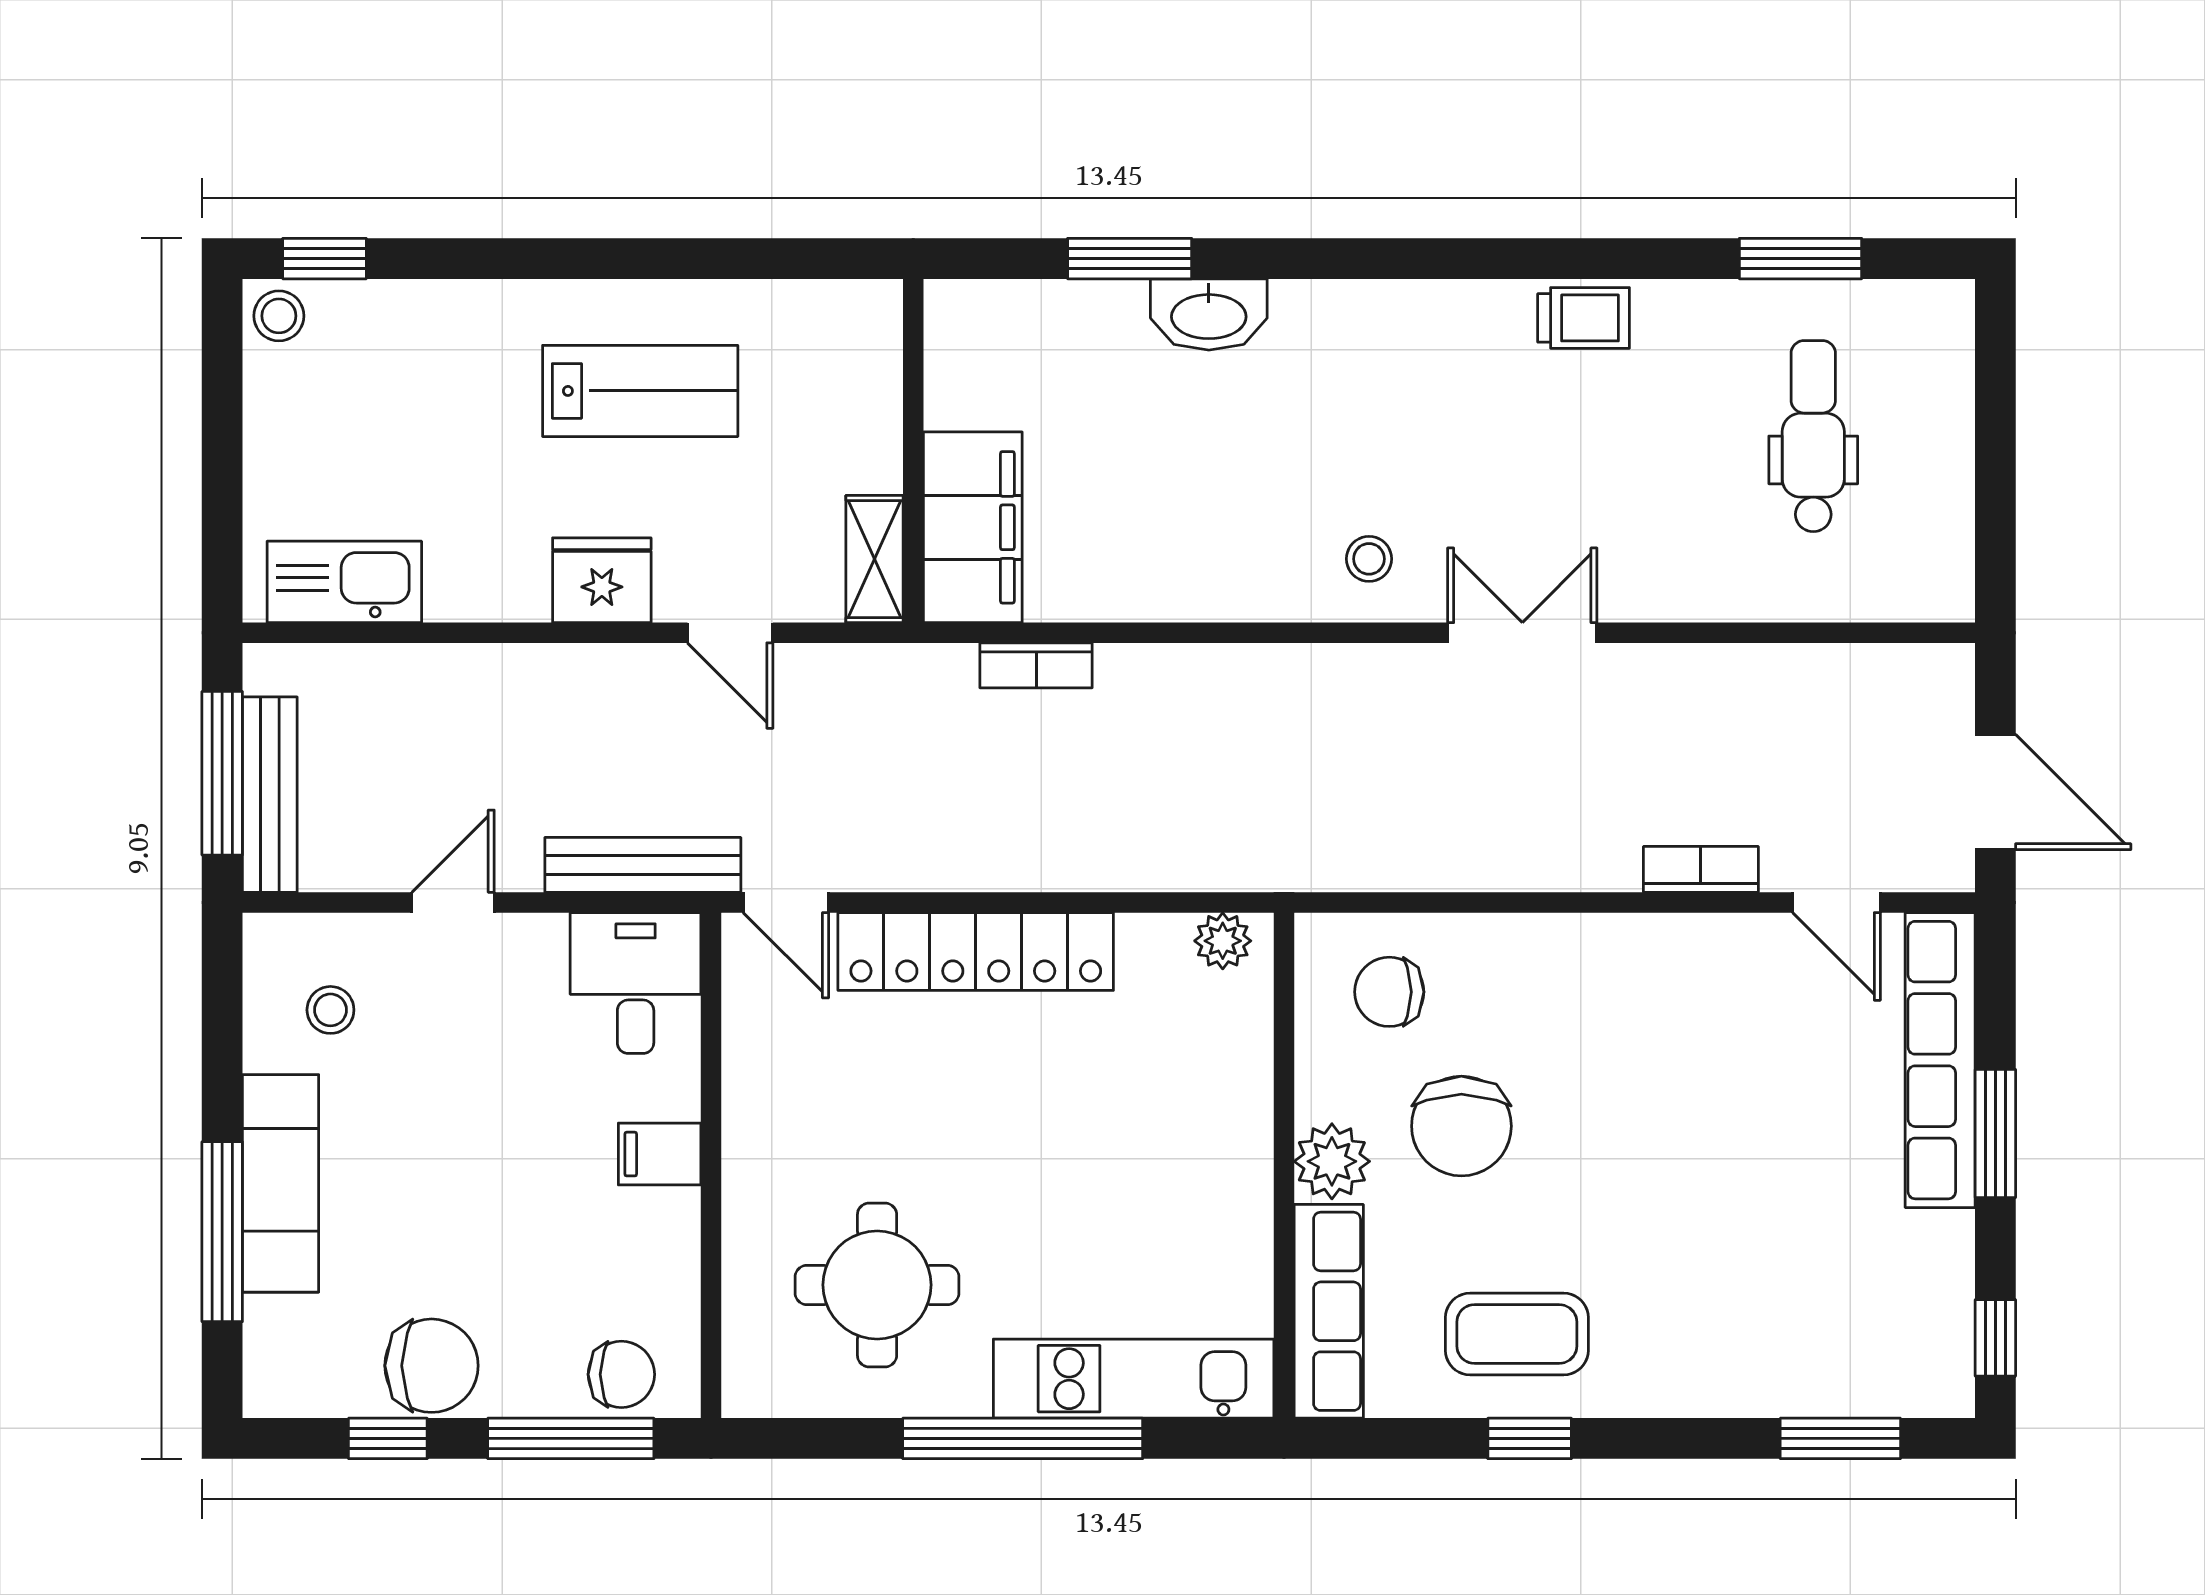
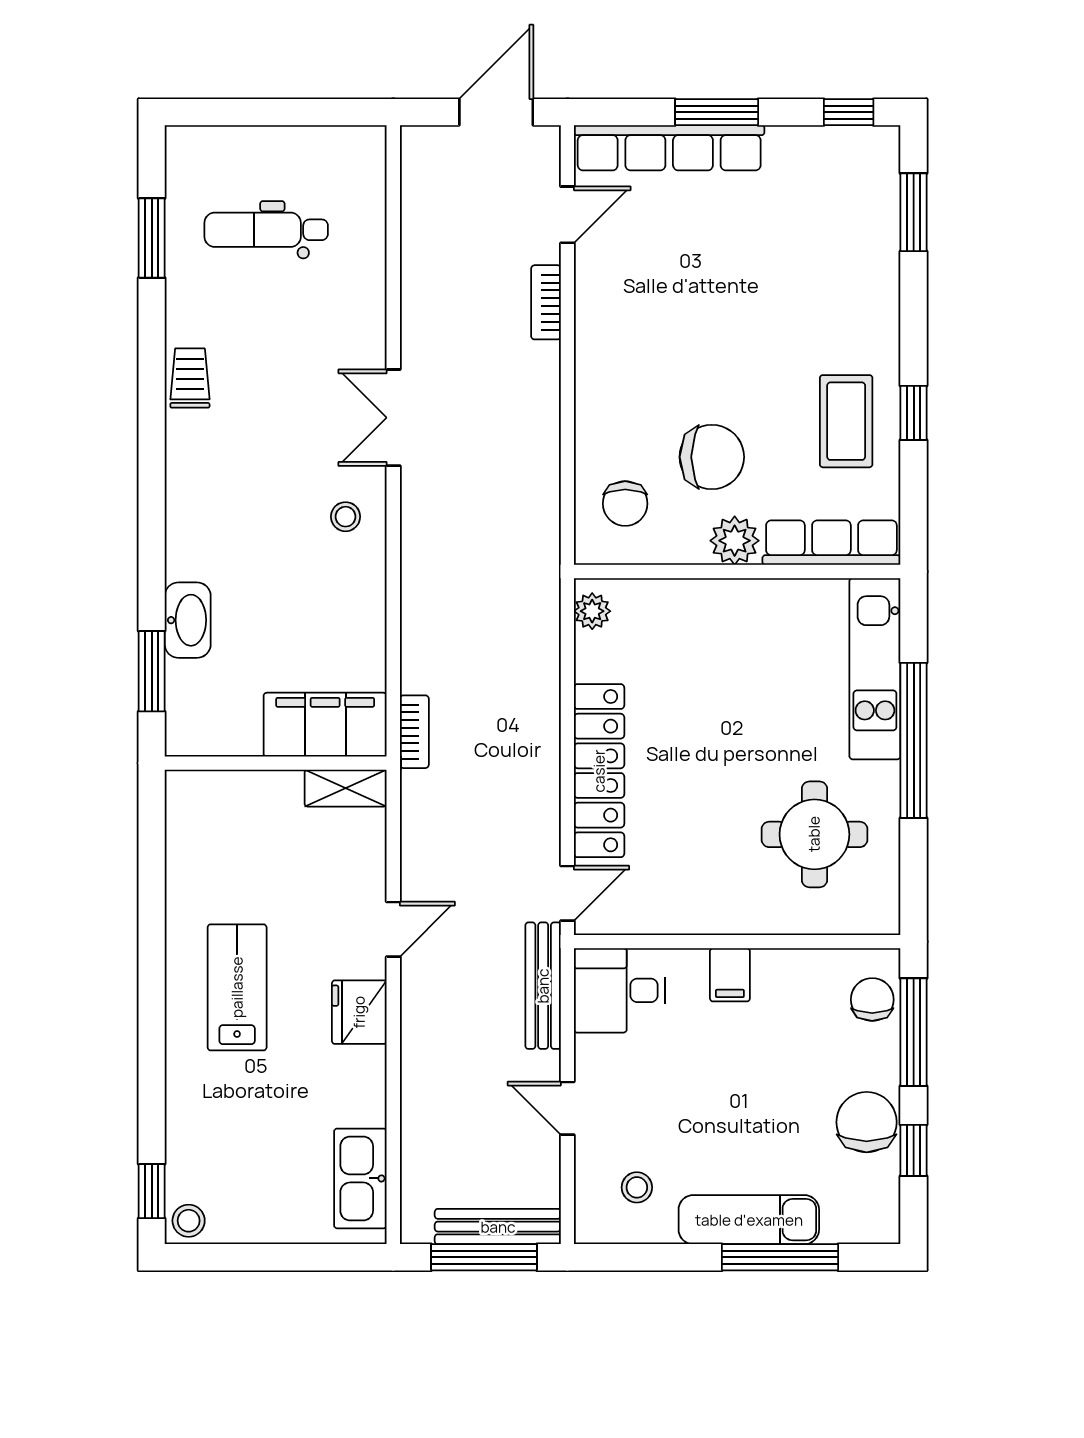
wall: (913, 451) -> (276, 763), moved
filing cabinet: (973, 527) -> (325, 725), moved
shelving: (875, 559) -> (346, 788), moved

